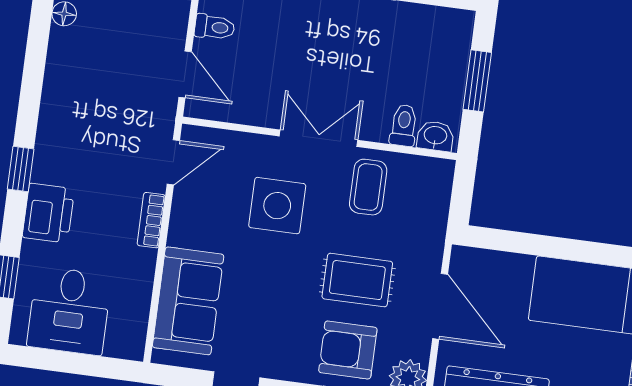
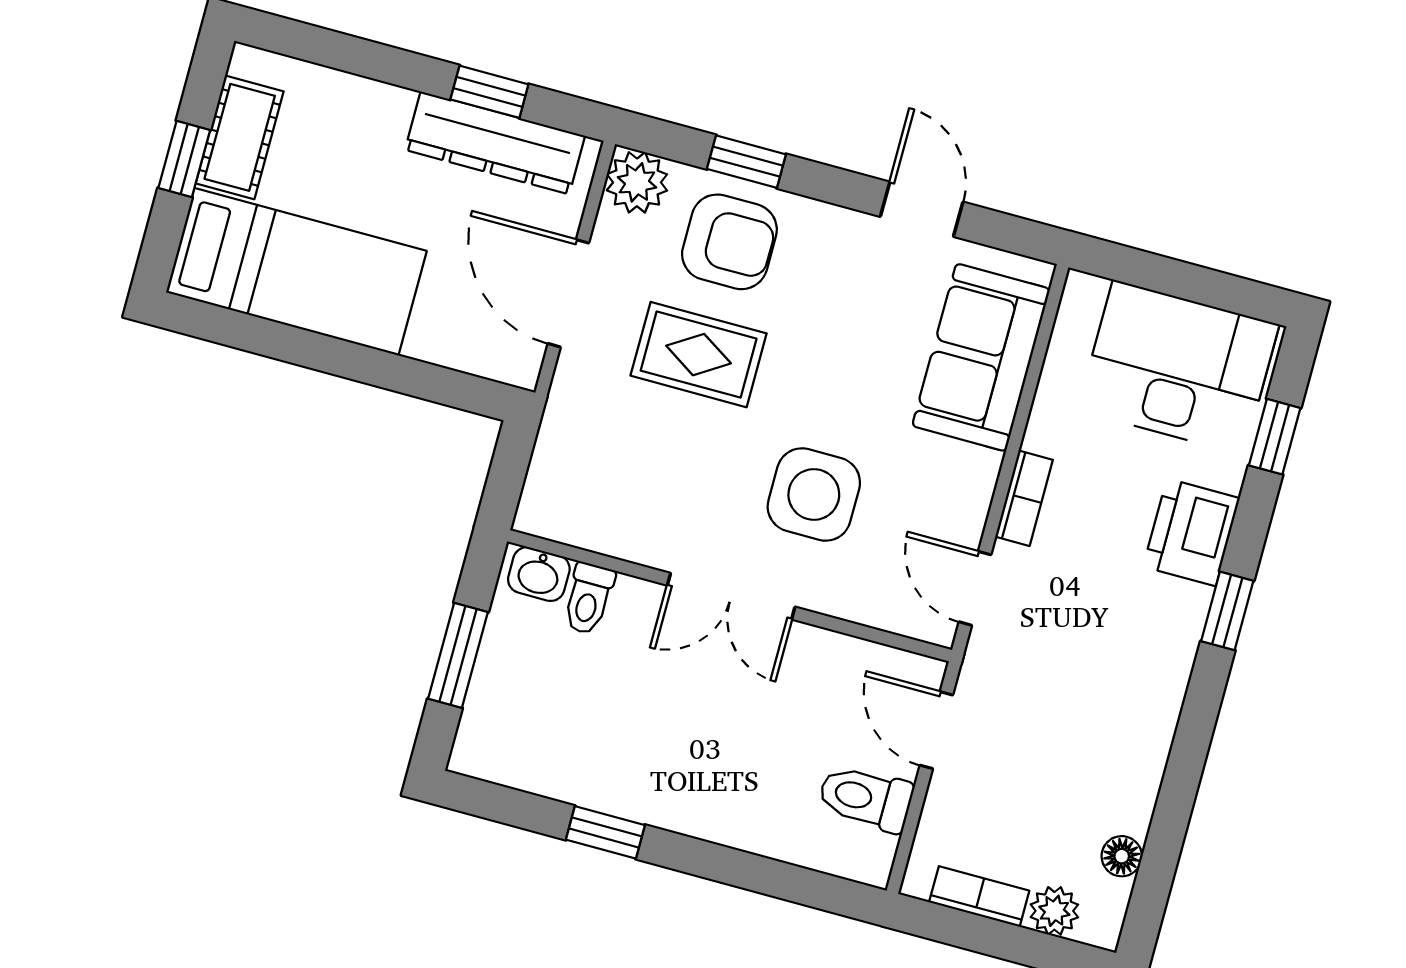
toilet: (215, 27) -> (866, 798), width x1.37, depth x1.39
door: (173, 162) -> (975, 588), hinge flipped
coffee table: (368, 187) -> (660, 505), removed
desk: (69, 311) -> (1178, 367), width x1.37

